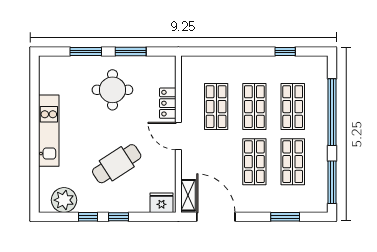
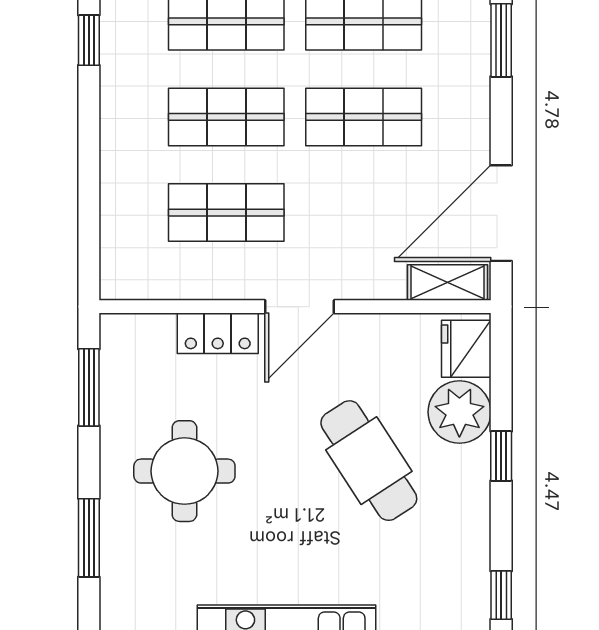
window: (131, 51) -> (89, 387), moved
plant: (64, 200) -> (459, 412), moved
window: (88, 217) -> (501, 595), moved

